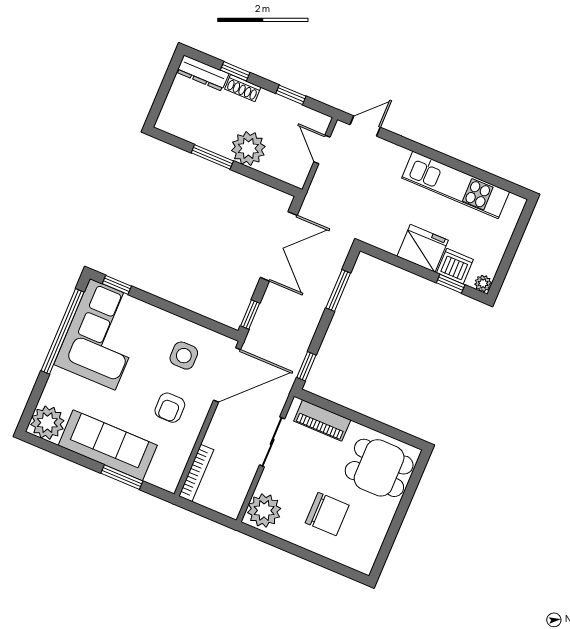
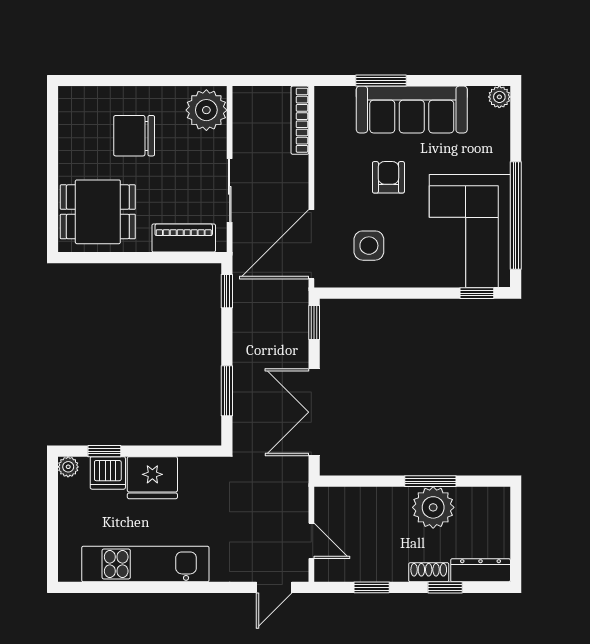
plant: (248, 148) -> (433, 507), moved
armchair: (170, 408) -> (388, 177), moved
plant: (47, 423) -> (499, 97), width x0.53, depth x0.53

